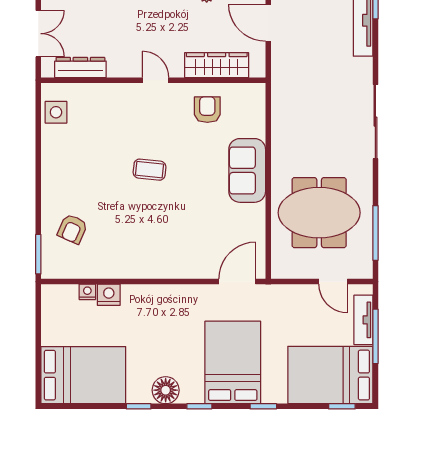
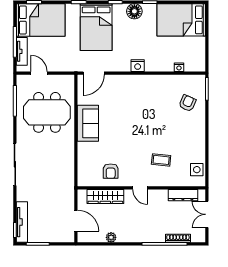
coffee table: (150, 170) -> (161, 160), moved
sofa: (247, 170) -> (88, 123), moved
nightstand: (109, 295) -> (138, 66), moved

